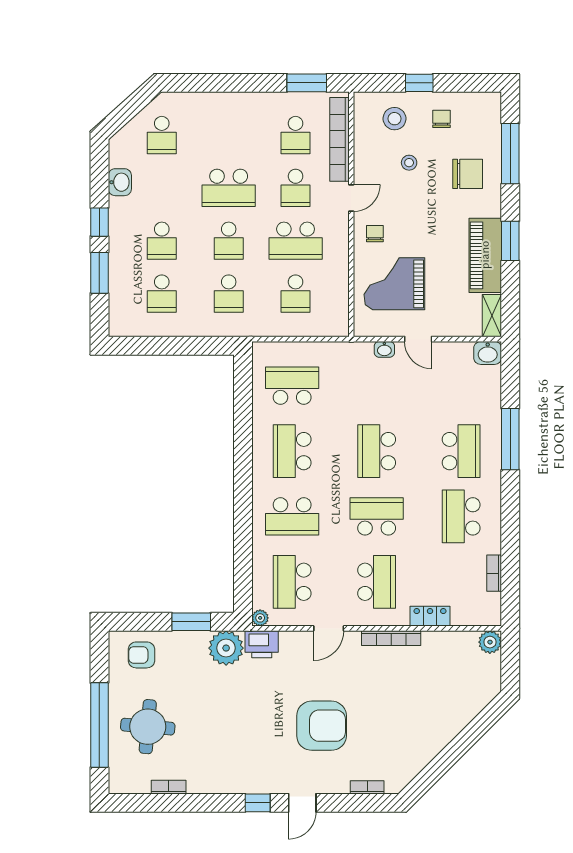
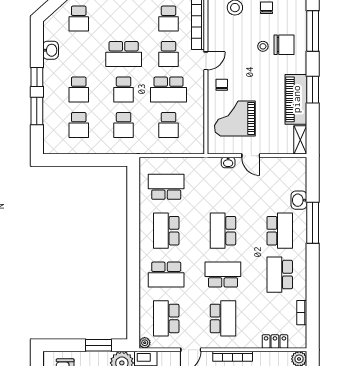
stool: (409, 163) -> (263, 46), moved
washbasin: (488, 353) -> (299, 200), moved, turned 90
locker: (430, 616) -> (275, 341), moved

